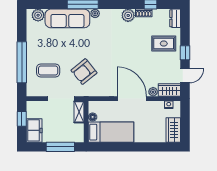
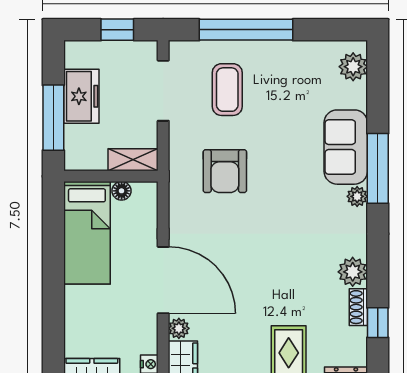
sofa: (67, 18) -> (346, 147), width x0.73
armchair: (84, 72) -> (225, 171), turned -141
doorway: (61, 99) -> (163, 91), moved
door: (132, 99) -> (163, 280), hinge flipped
freezer: (34, 130) -> (81, 96), moved, turned -90

